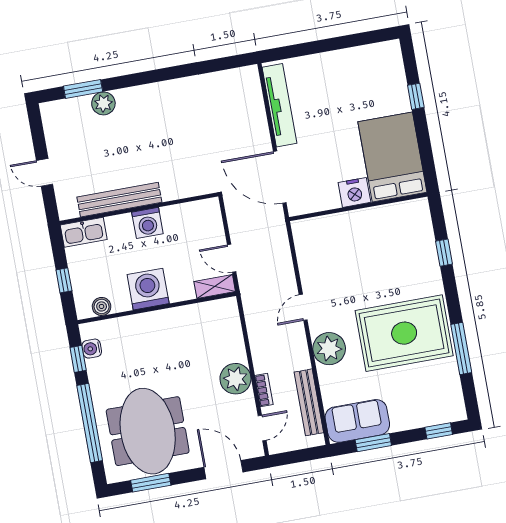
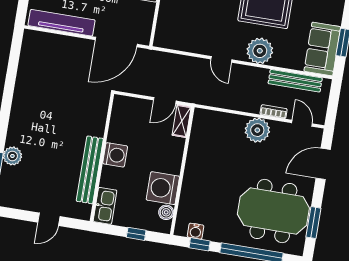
washing machine: (148, 289) -> (163, 188), moved

